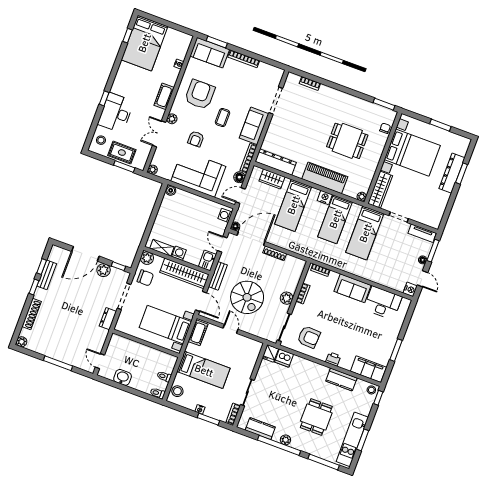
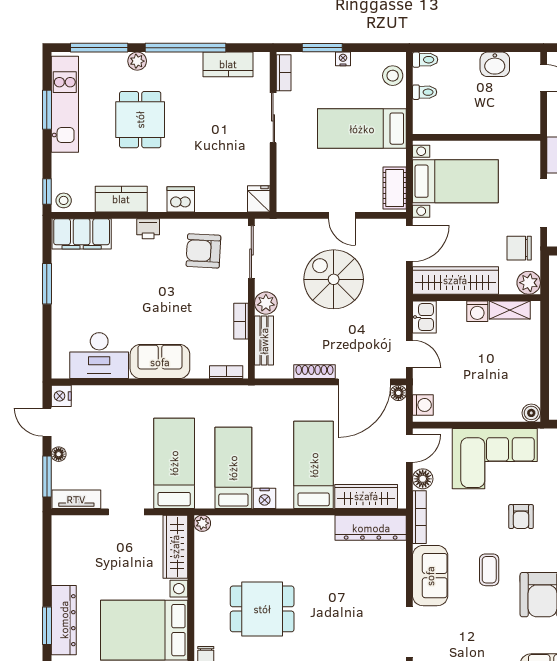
armchair: (196, 139) -> (521, 517), turned 180
piano: (325, 178) -> (277, 532), removed
wardrobe: (272, 179) -> (366, 496), width x1.50
bench: (218, 276) -> (264, 341), moved
door: (201, 301) -> (409, 243), swing flipped
dishwasher: (284, 358) -> (181, 199), moved
plant: (285, 440) -> (137, 61), moved

